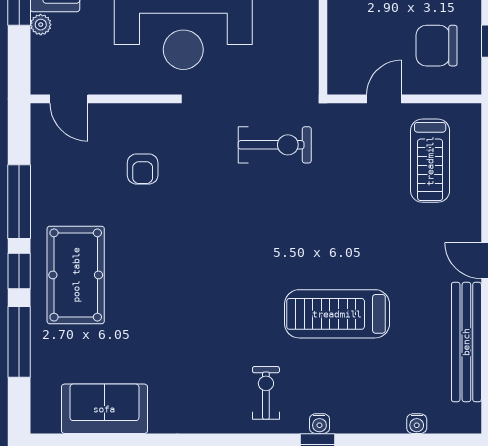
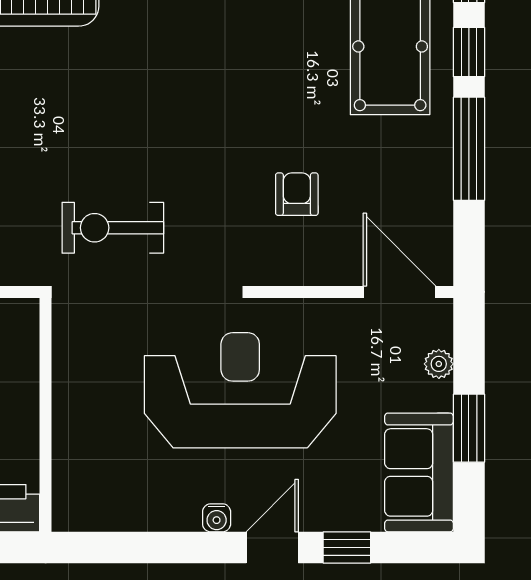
plant: (41, 25) -> (439, 364), moved
door: (69, 99) -> (400, 292), width x1.37

